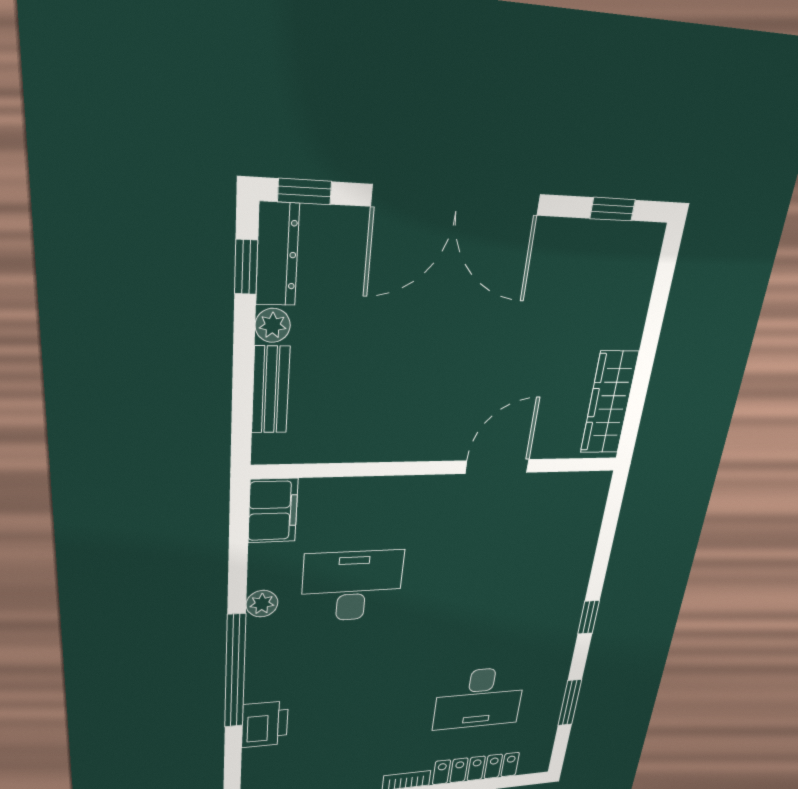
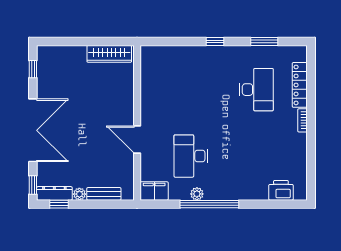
door: (497, 467) -> (137, 140), moved
window: (235, 672) -> (209, 204), moved
printer: (265, 724) -> (281, 190), moved

